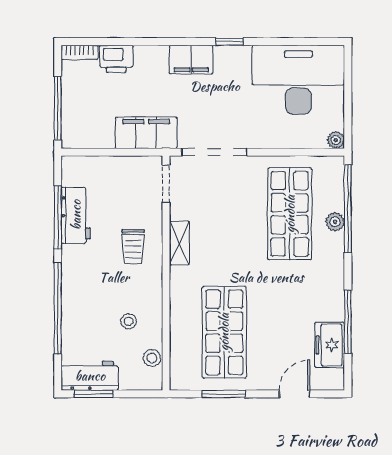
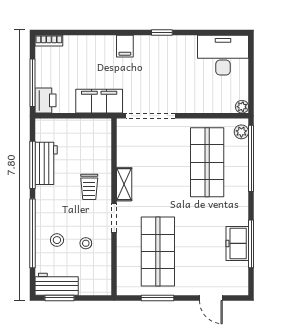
printer: (116, 59) -> (45, 100), moved, turned -90
filing cabinet: (191, 60) -> (125, 46), width x0.50
desk: (298, 80) -> (223, 55), width x0.73, depth x0.77
doorway: (166, 184) -> (114, 218), moved
plant: (335, 222) -> (241, 132), moved
freezer: (330, 345) -> (237, 243), moved
stool: (152, 358) -> (57, 240), moved
door: (294, 394) -> (211, 298), swing flipped

